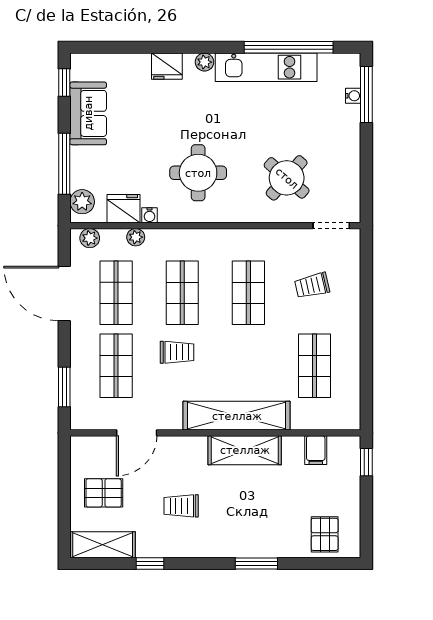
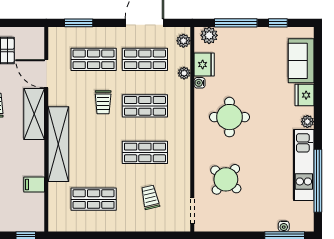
window: (64, 82) -> (278, 23), moved
sofa: (88, 113) -> (301, 61), moved, turned 90
shelving: (245, 450) -> (34, 114), moved
filing cabinet: (316, 450) -> (34, 184), moved

